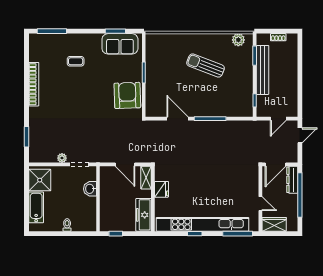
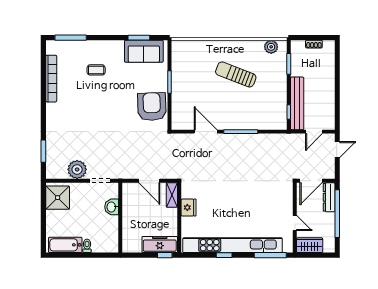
bench: (263, 70) -> (297, 103), moved
bookcase: (34, 84) -> (51, 79), moved
plant: (62, 158) -> (77, 169), width x1.88, depth x1.88
bathtub: (36, 207) -> (65, 245), moved, turned -90
freezer: (144, 215) -> (160, 244), moved, turned 90
window: (116, 234) -> (165, 255), moved

